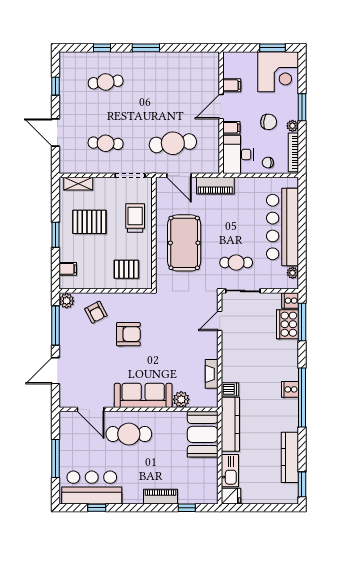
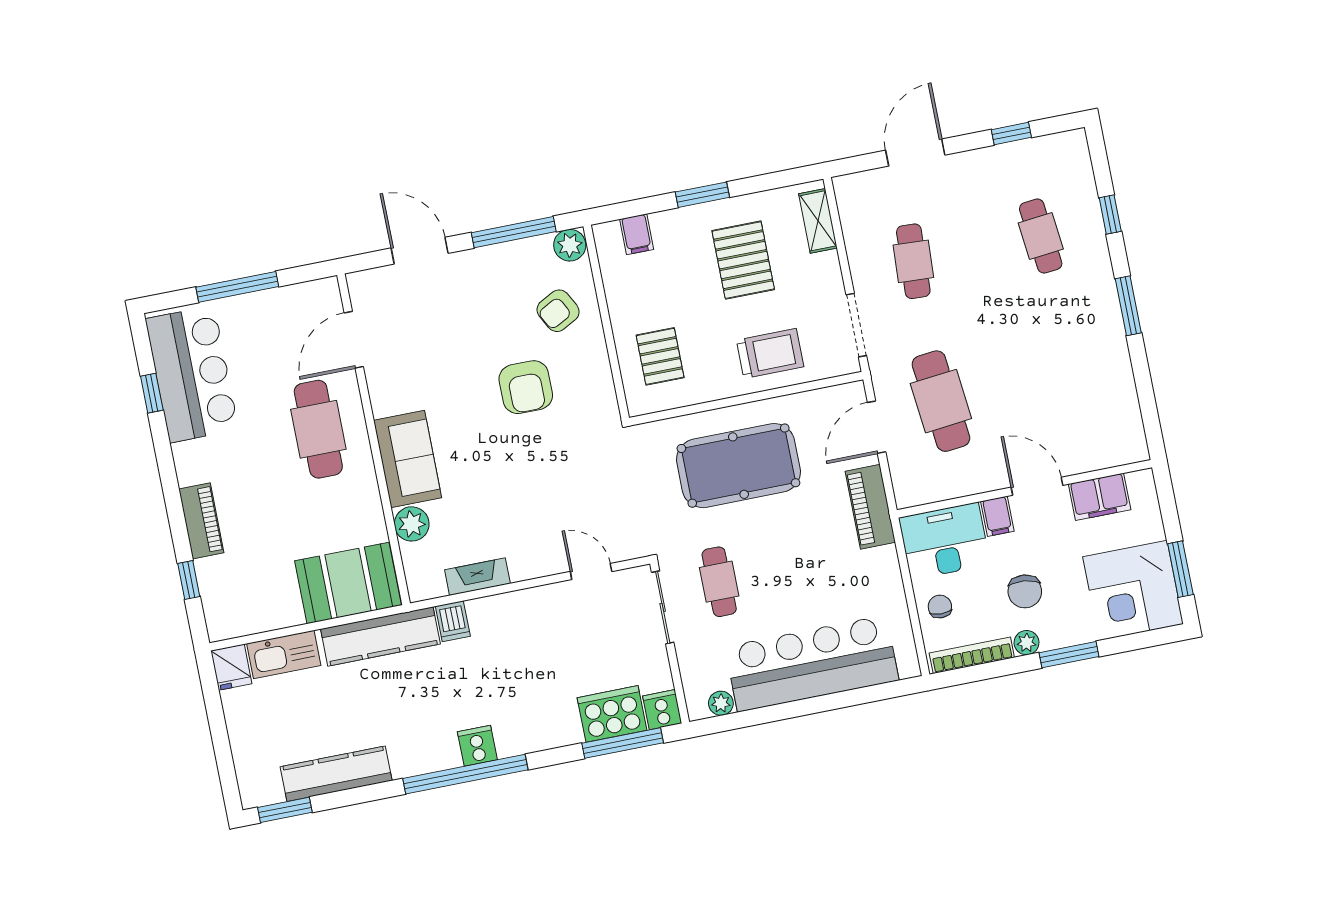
filing cabinet: (232, 85) -> (1100, 497), width x2.00
sofa: (143, 395) -> (408, 459), width x0.73

